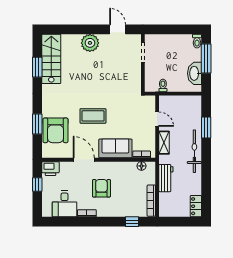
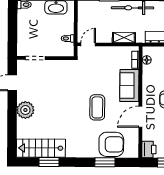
door: (157, 119) -> (88, 44), moved

